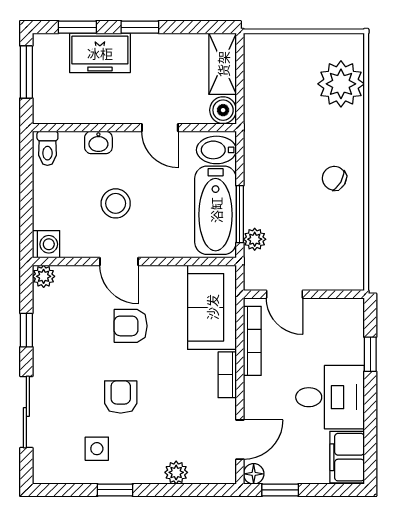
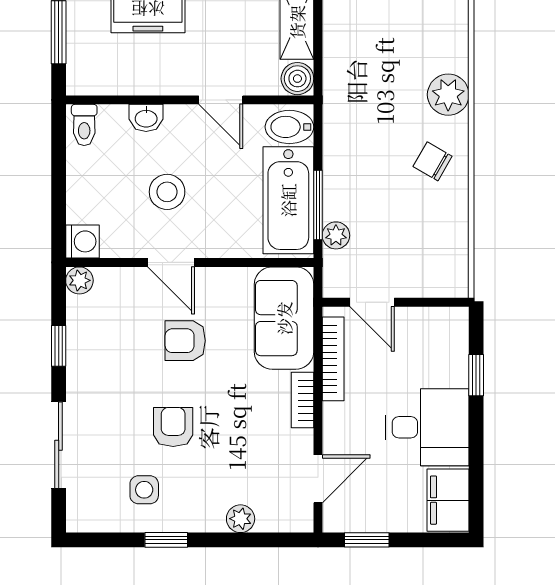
plant: (341, 84) -> (448, 95), moved, width x0.73, depth x0.73
floor lamp: (254, 474) -> (335, 520), removed

